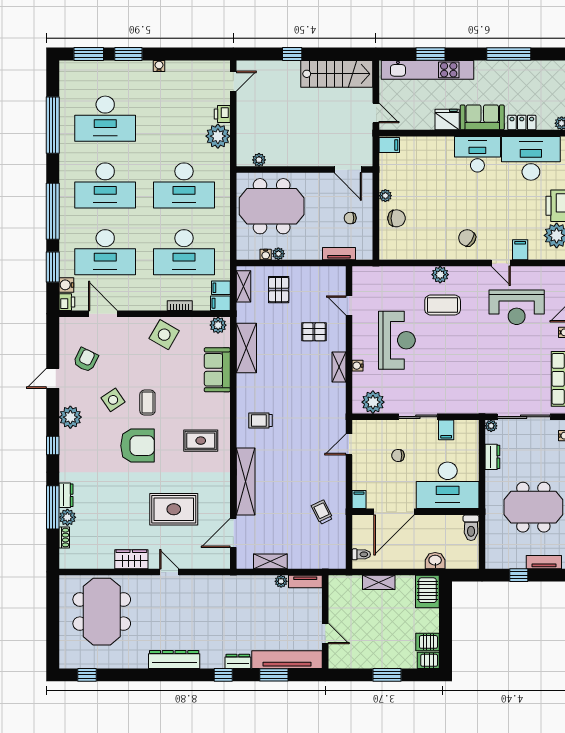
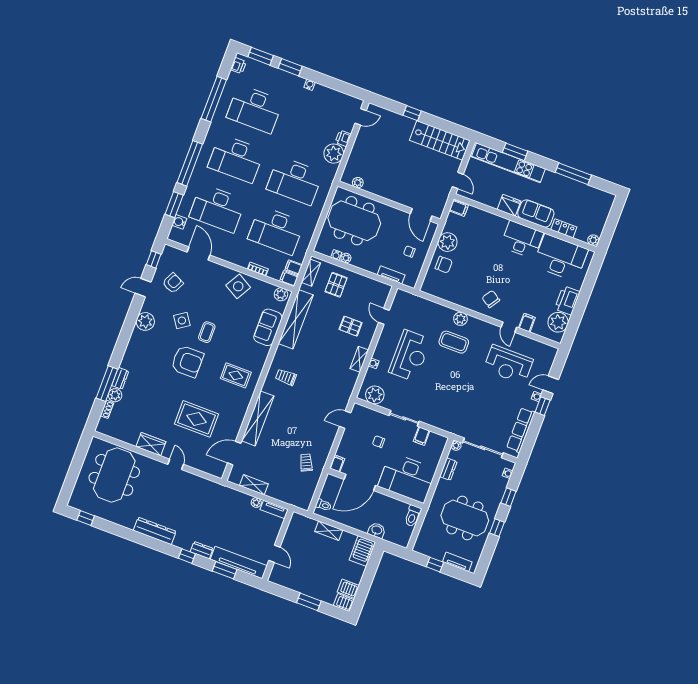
plant: (385, 196) -> (447, 242), width x1.88, depth x1.88
printer: (67, 302) -> (238, 66), moved
shelving: (246, 348) -> (296, 319), width x1.47
window: (53, 445) -> (154, 259), moved

